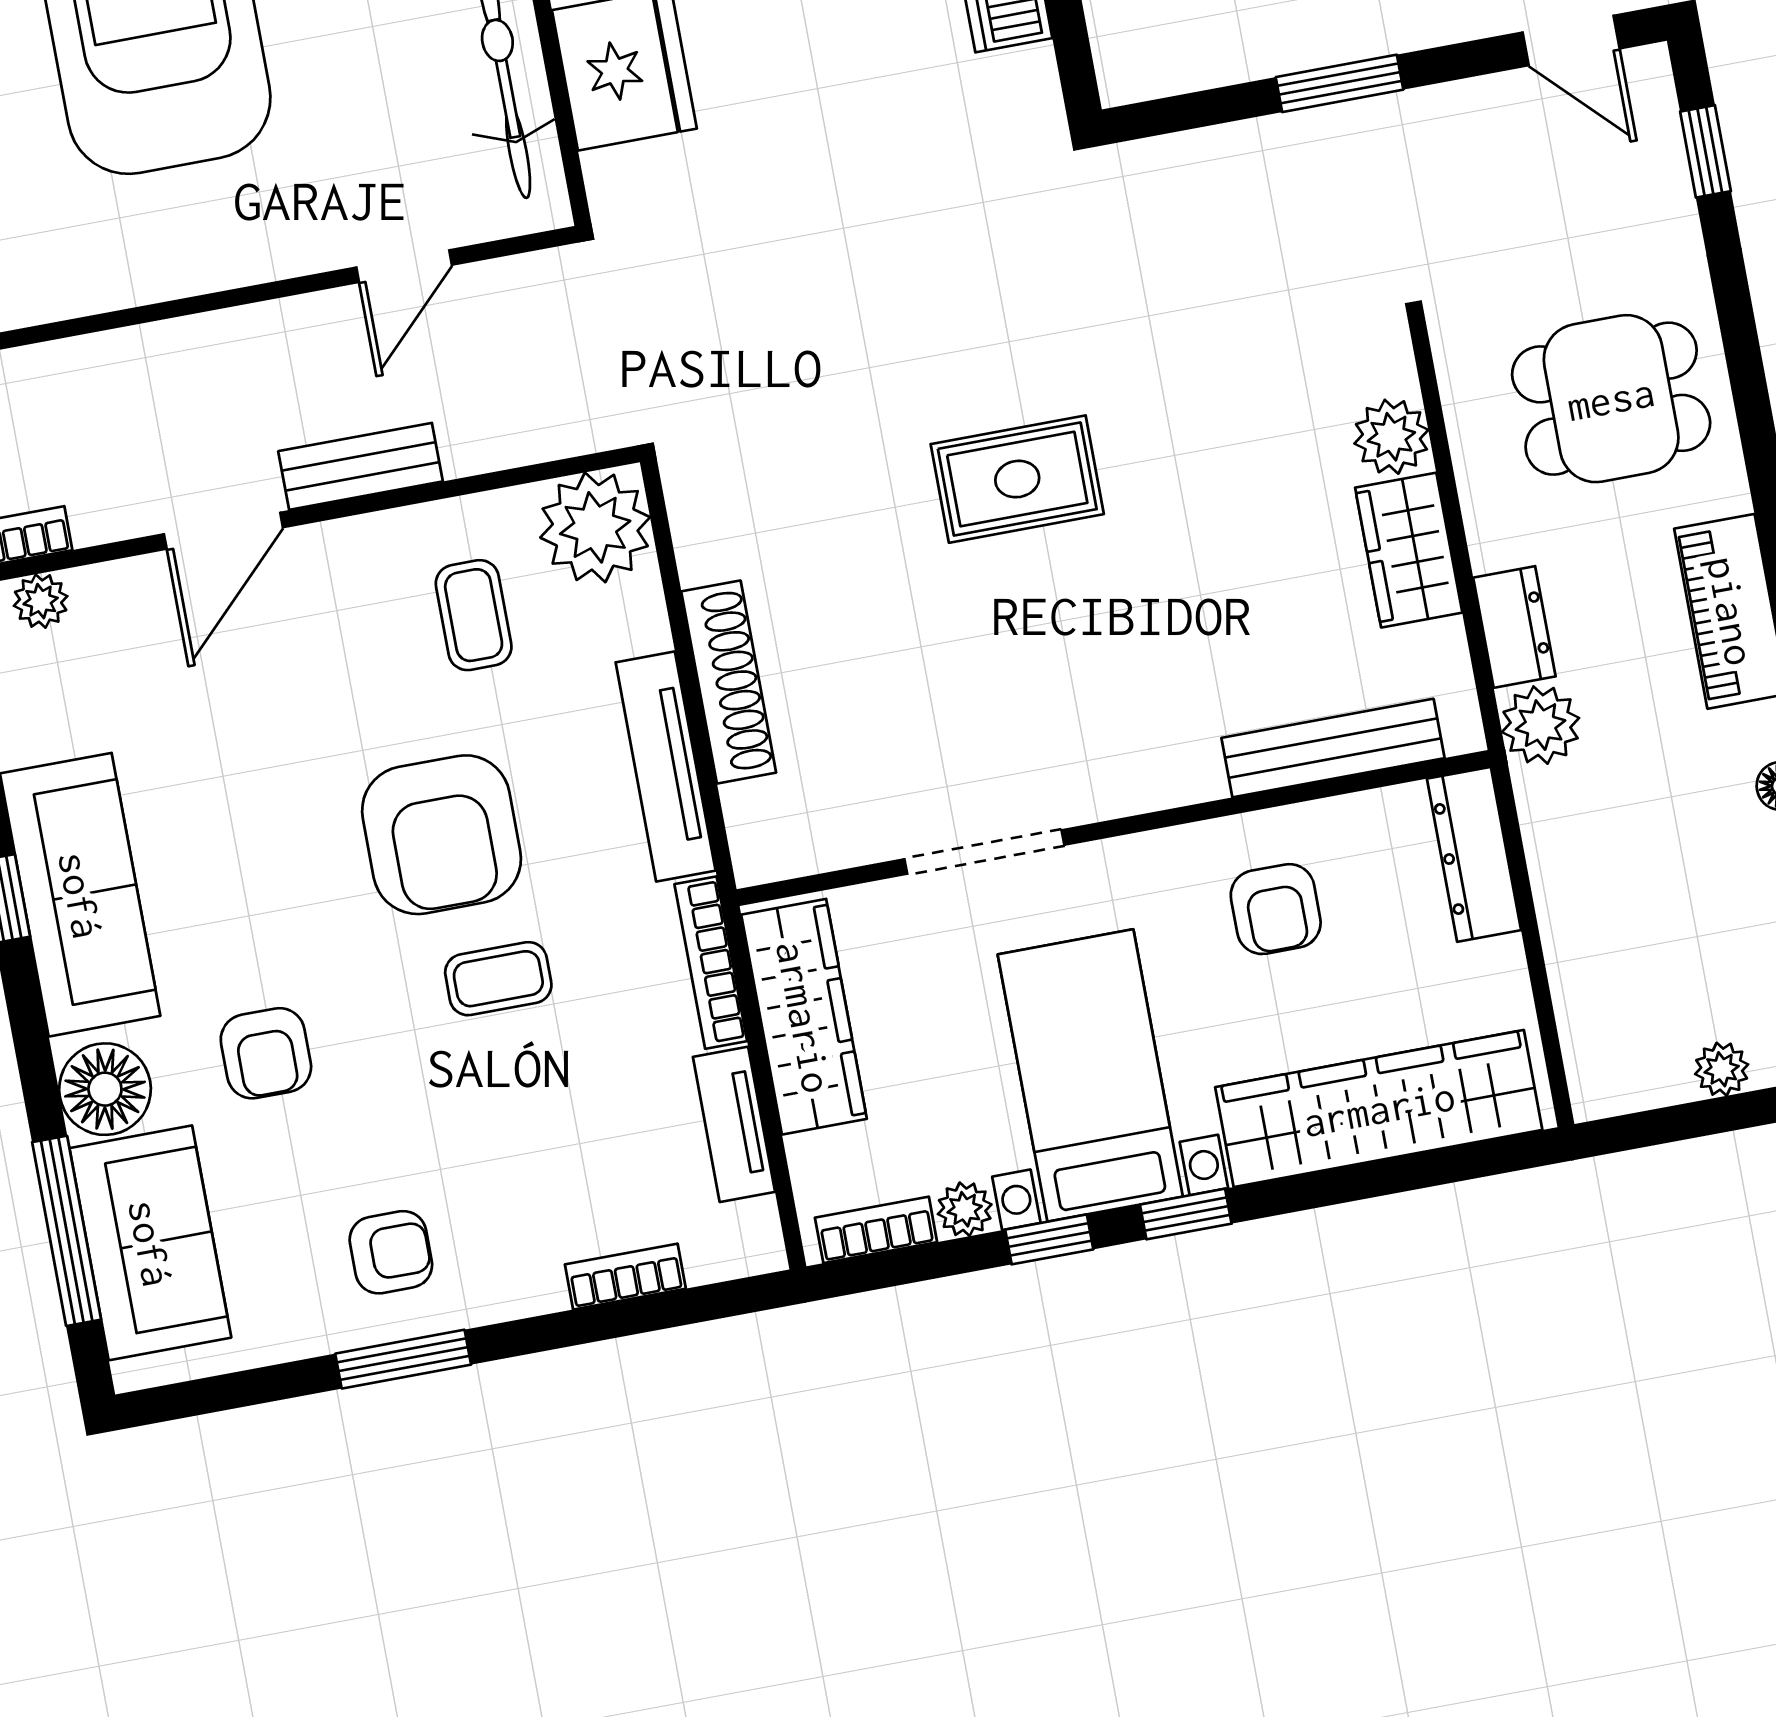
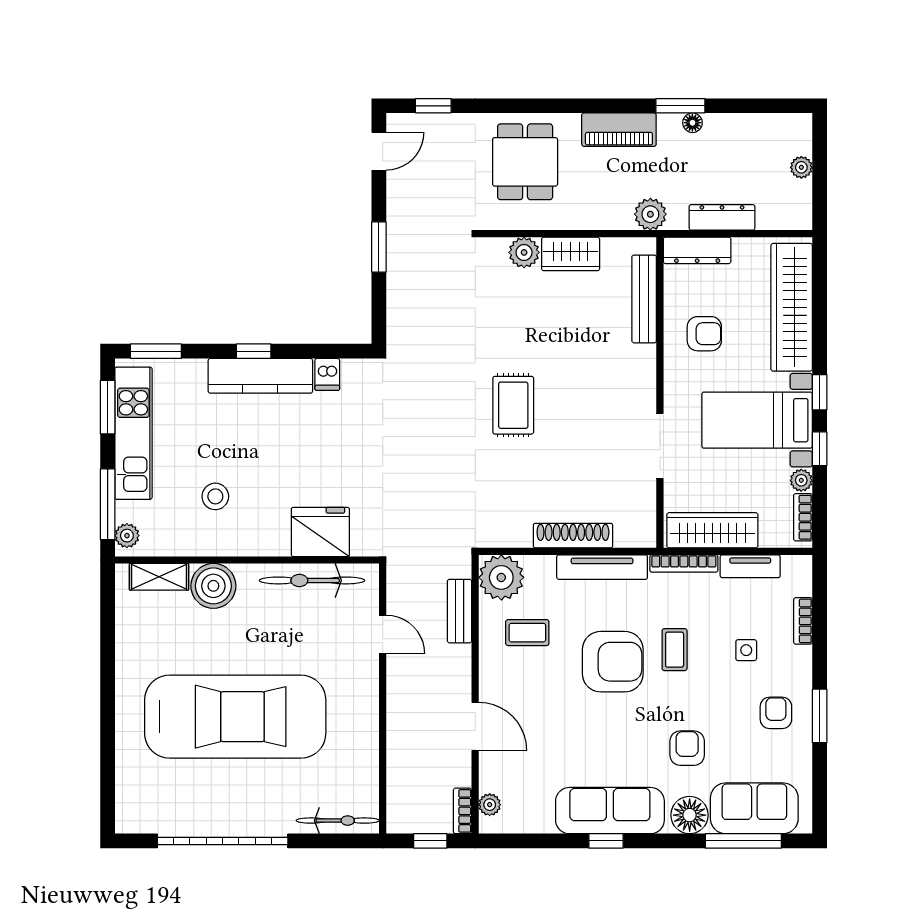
bench: (361, 466) -> (460, 611), moved
dresser: (1514, 627) -> (722, 217), moved, width x1.44
armchair: (266, 1053) -> (687, 748), turned -90
side table: (529, 1152) -> (746, 650), added

